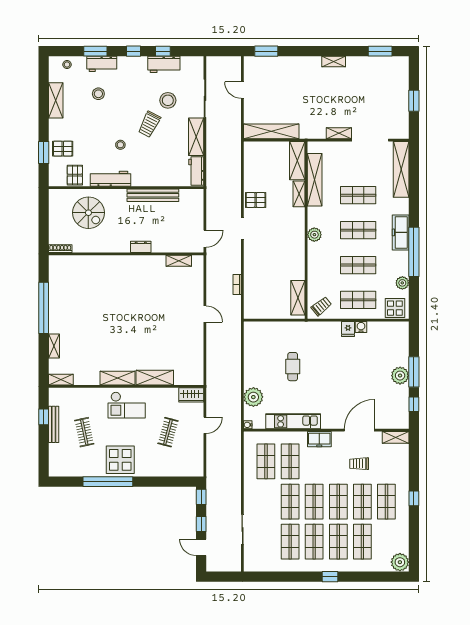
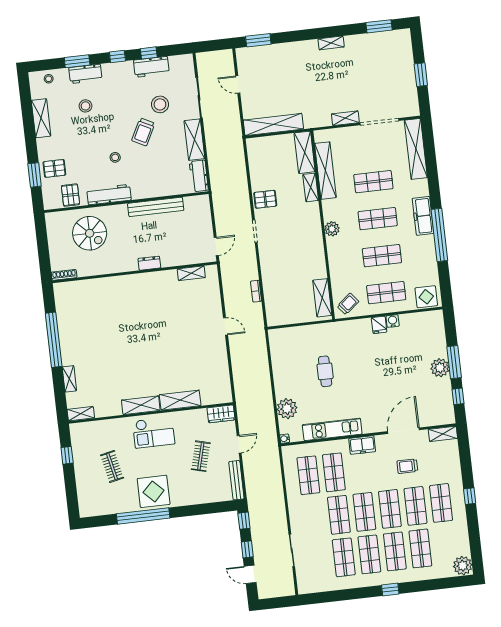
plant: (402, 283) -> (431, 269), removed
bench: (54, 424) -> (236, 480), moved

